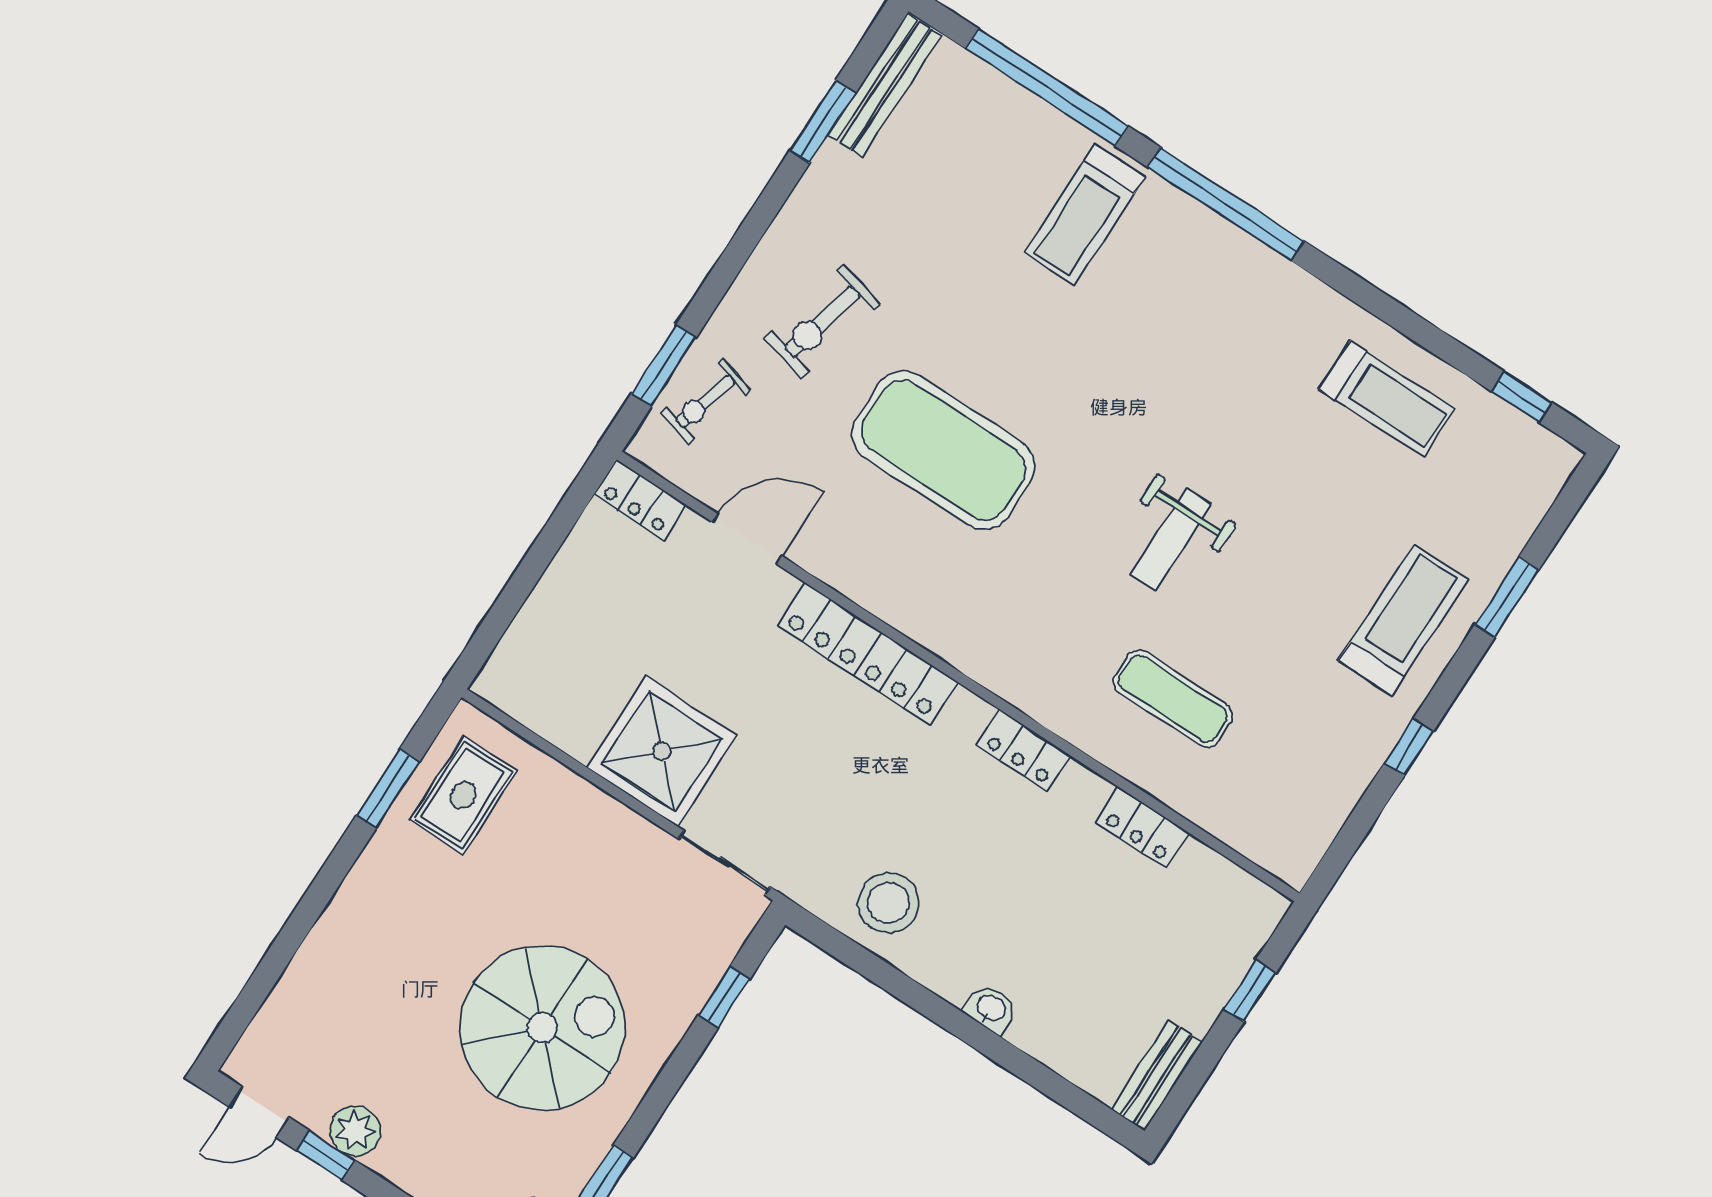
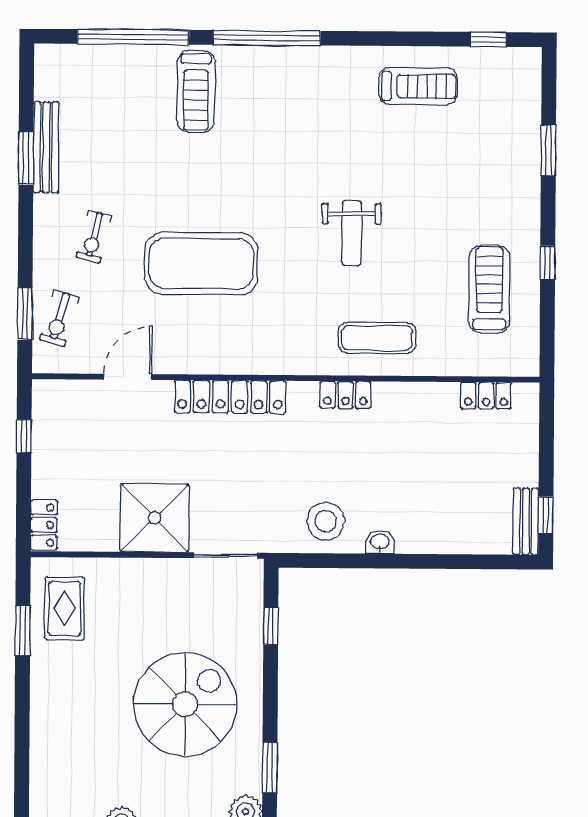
bench: (885, 85) -> (46, 147), moved
window: (823, 122) -> (26, 158), moved
exercise bike: (822, 321) -> (94, 237), width x0.73, depth x0.72
locker: (640, 500) -> (44, 525), moved, turned -90
window: (557, 529) -> (24, 436), added
treadmill: (1403, 620) -> (489, 289), moved
exercise mat: (1173, 699) -> (377, 338), moved
locker: (1142, 827) -> (486, 396), moved
window: (1250, 991) -> (546, 515), moved
washbasin: (991, 1009) -> (380, 542), moved

